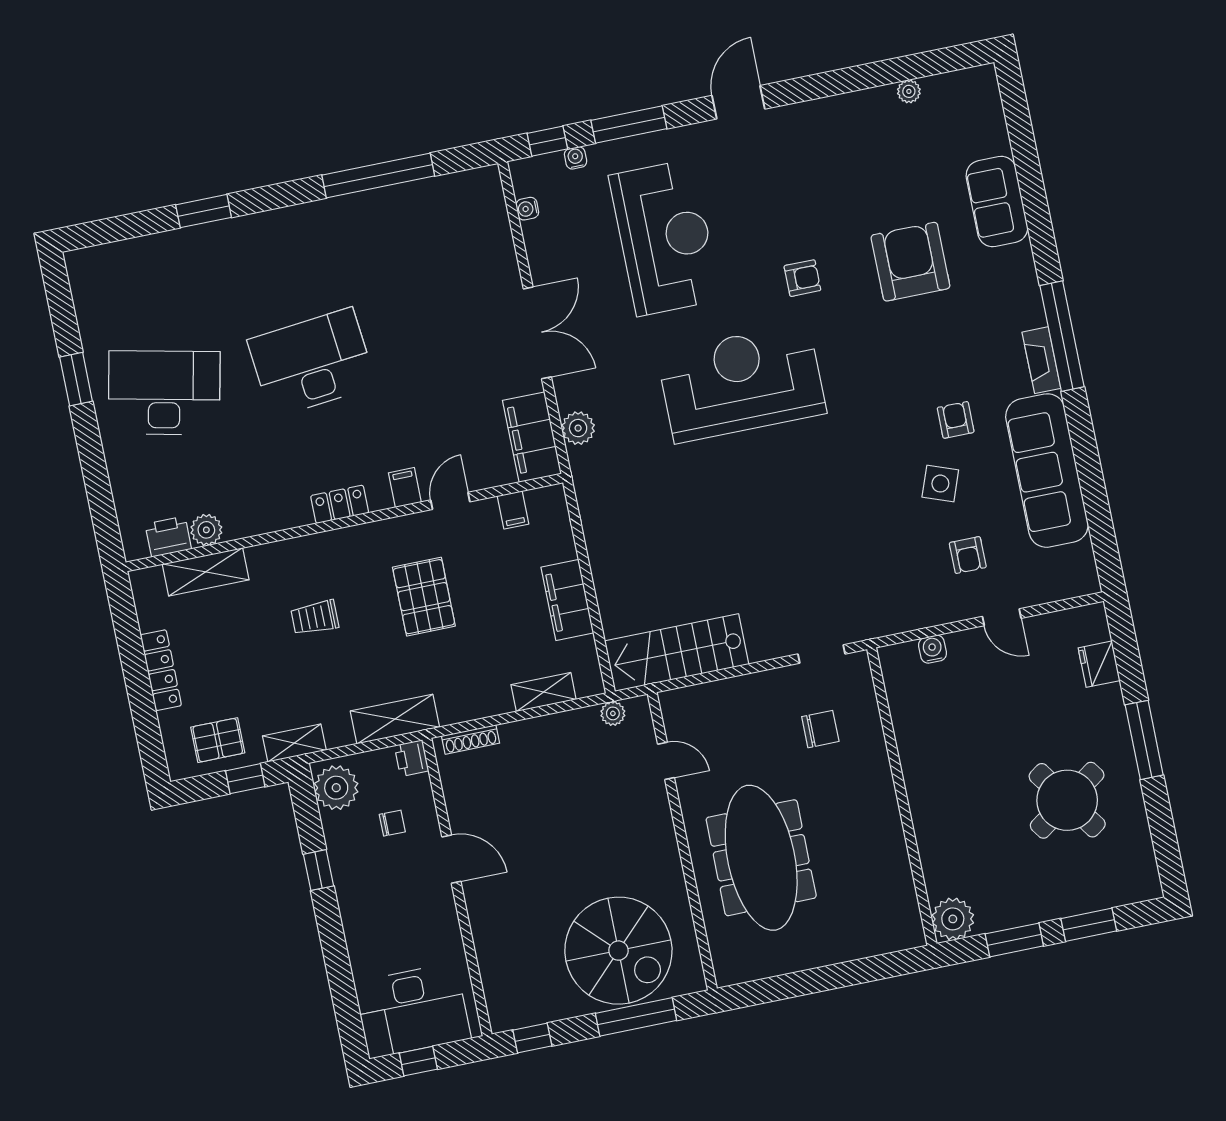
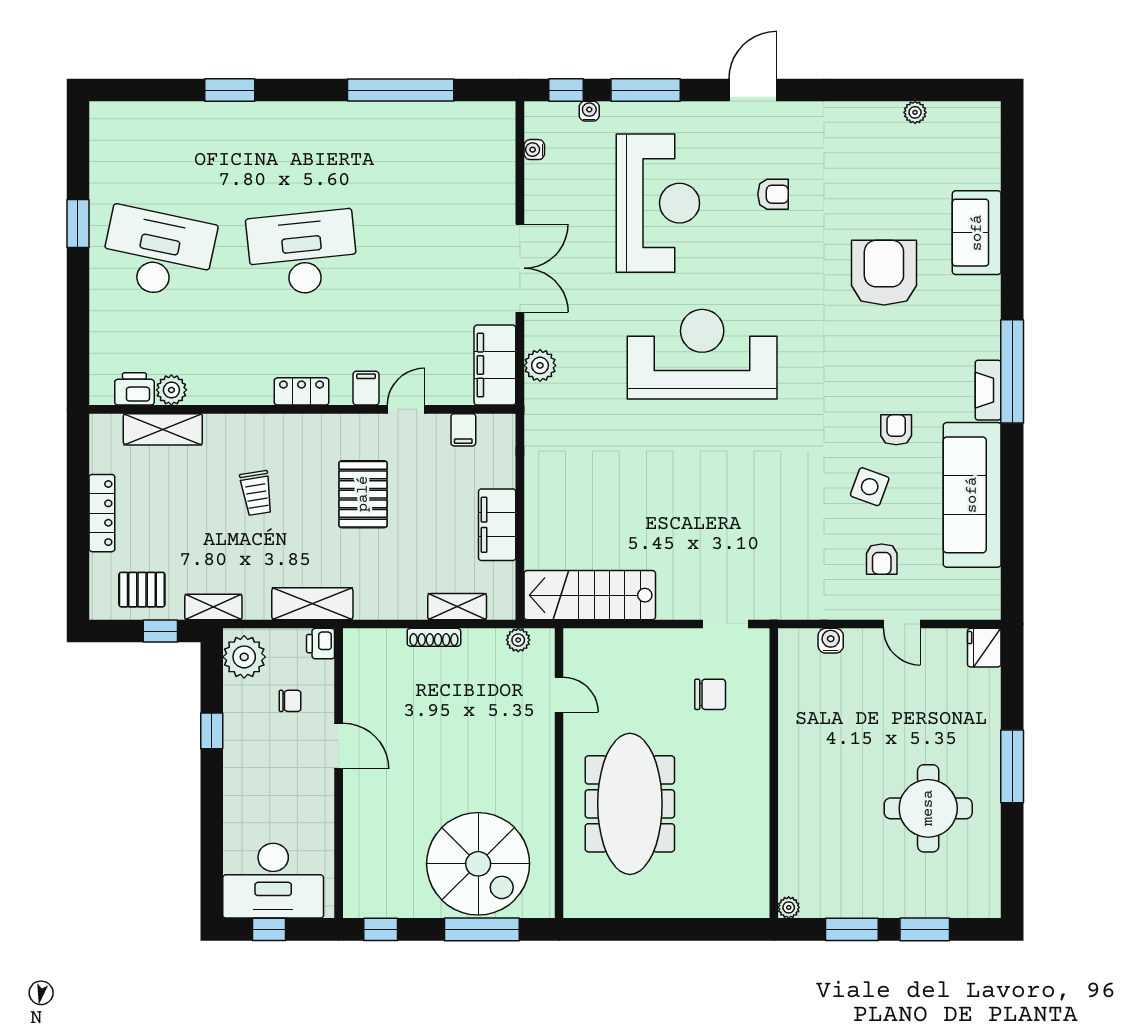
armchair: (802, 278) -> (773, 194), moved
trolley: (315, 618) -> (256, 493), turned -99
fridge: (1099, 664) -> (984, 648), moved
shoe rack: (471, 739) -> (434, 637), moved
round table: (1067, 800) -> (928, 808), turned 35
plant: (953, 919) -> (789, 907), width x0.53, depth x0.53

